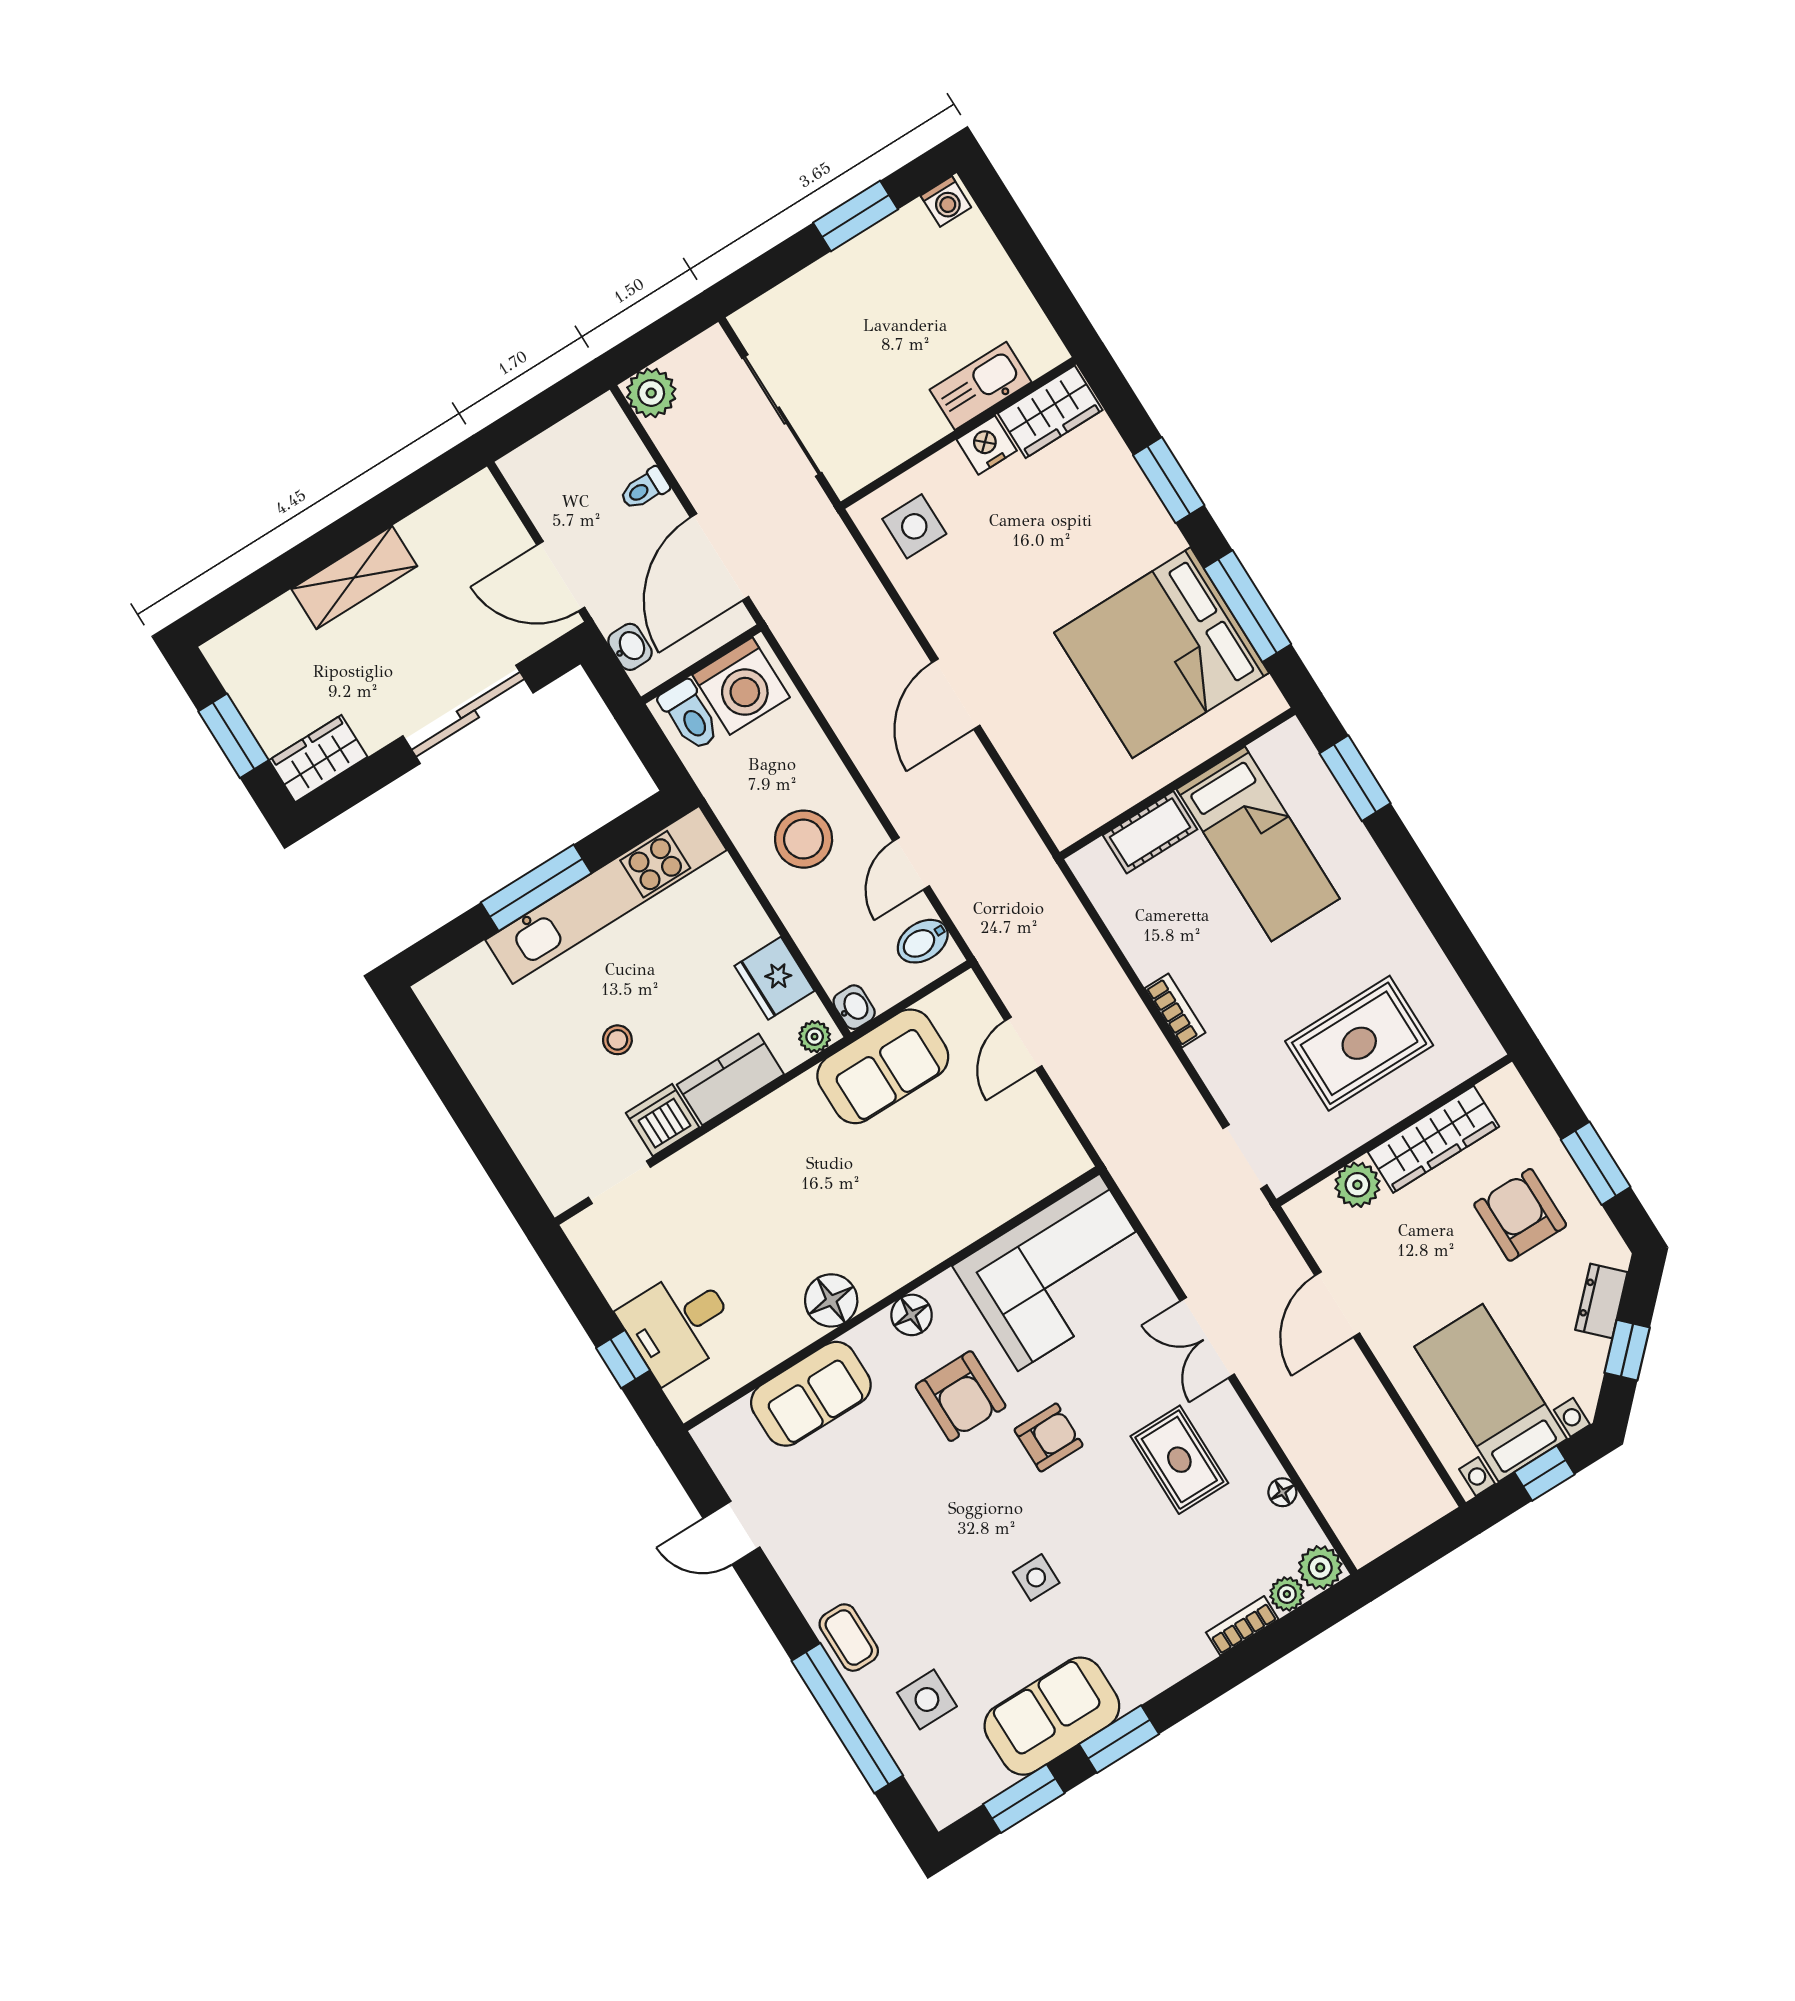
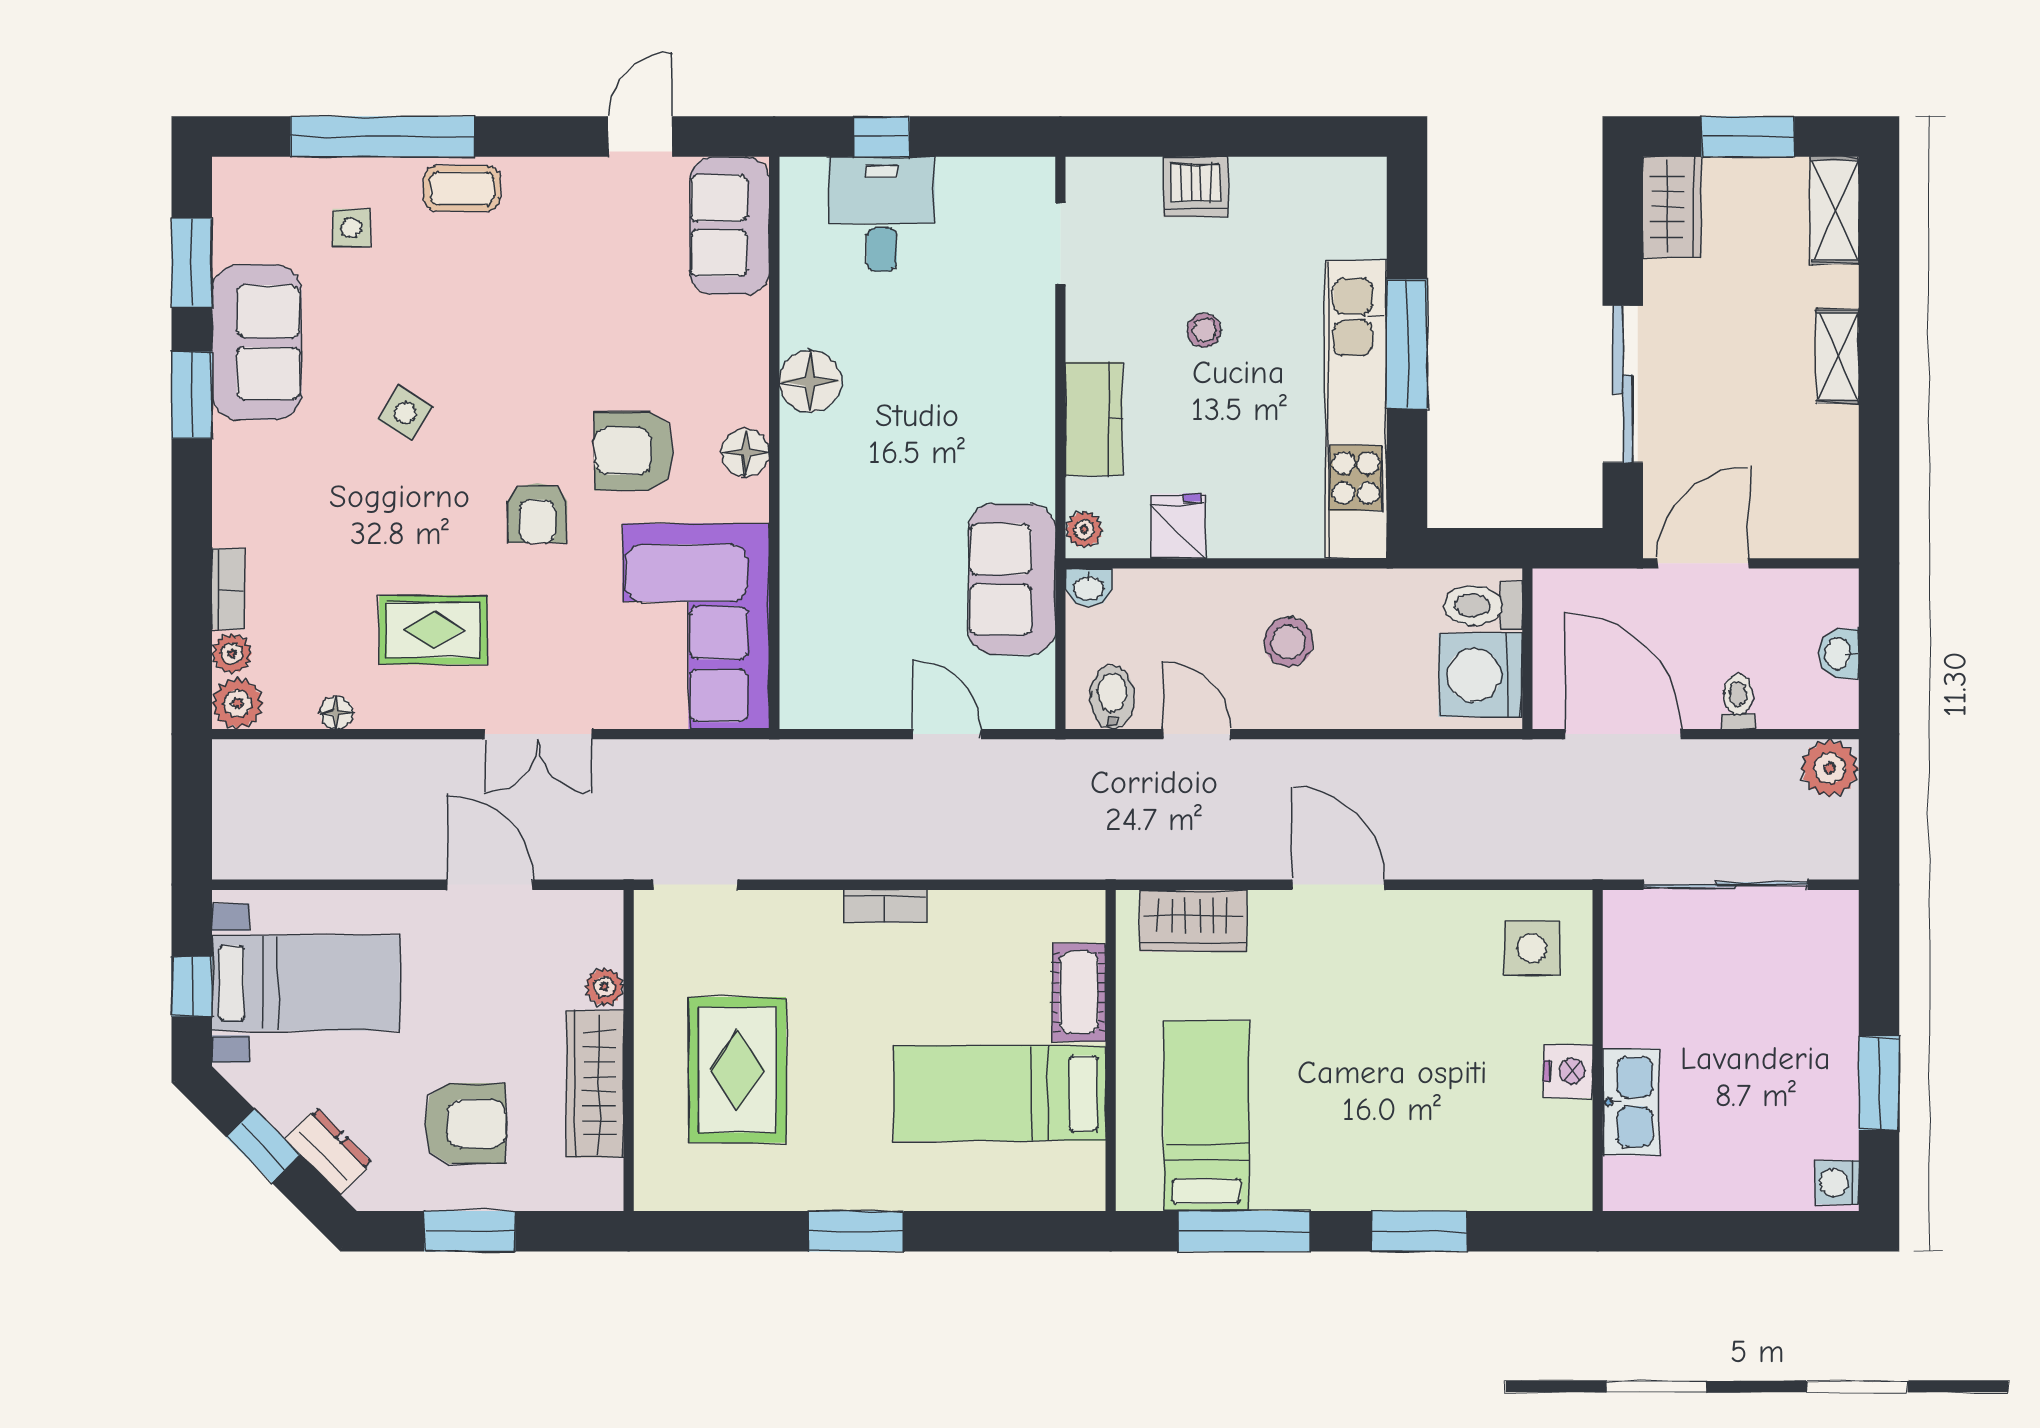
wardrobe: (1050, 412) -> (1193, 921), moved, turned -90
shelving: (354, 577) -> (1838, 356), width x0.67, depth x0.75
shelving: (247, 640) -> (1835, 210), added
washbasin: (630, 647) -> (1839, 654), moved, turned 90
bed: (1161, 653) -> (1207, 1116), width x0.49
window: (1355, 778) -> (856, 1231), moved
stool: (804, 839) -> (1289, 642), width x0.73, depth x0.73
fridge: (775, 978) -> (1178, 526), width x0.72
dishwasher: (663, 1120) -> (1196, 187), moved, turned 90
plant: (1357, 1185) -> (604, 987), width x0.73, depth x0.73
double door: (1207, 1338) -> (538, 734), swing flipped
sofa: (811, 1394) -> (729, 225), moved
side table: (1036, 1577) -> (405, 413), turned 32
side table: (927, 1699) -> (351, 228), width x0.73, depth x0.73

